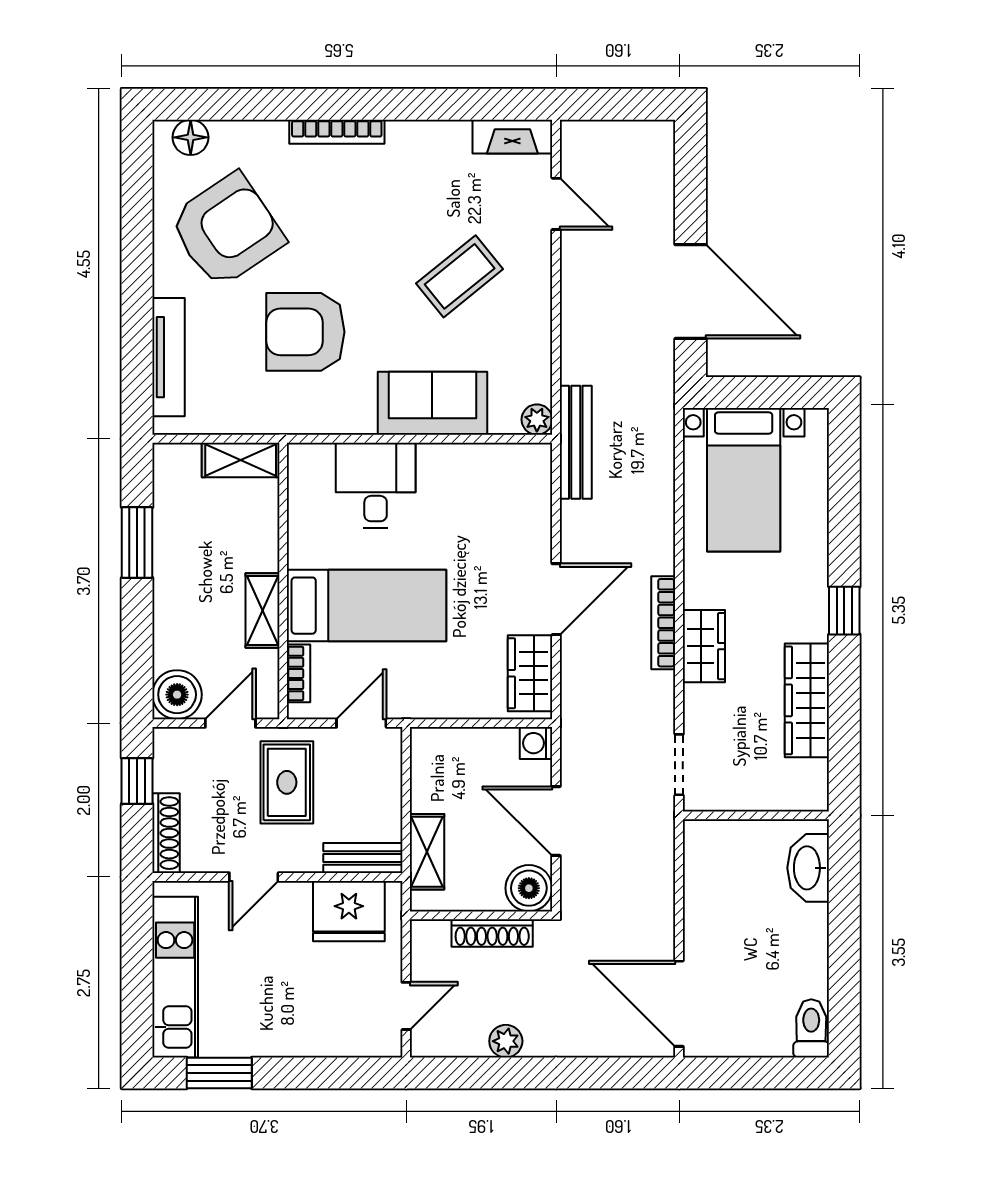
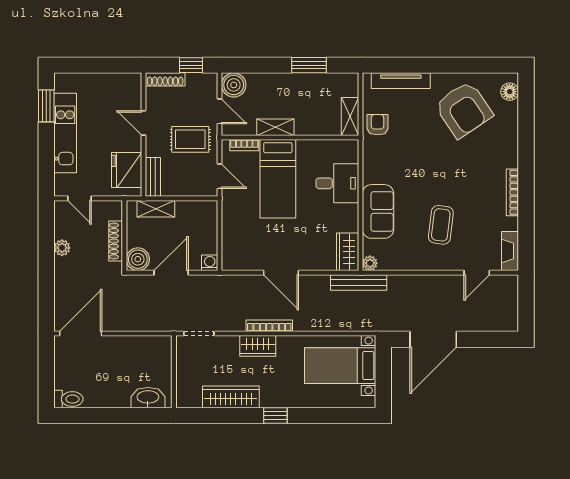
bookcase: (337, 132) -> (512, 192), moved
coffee table: (460, 276) -> (441, 225), turned 46
armchair: (305, 332) -> (378, 125), moved, width x0.53, depth x0.53
wardrobe: (530, 673) -> (348, 252), moved, turned -90
kitchen unit: (175, 977) -> (65, 133), moved, turned -90

